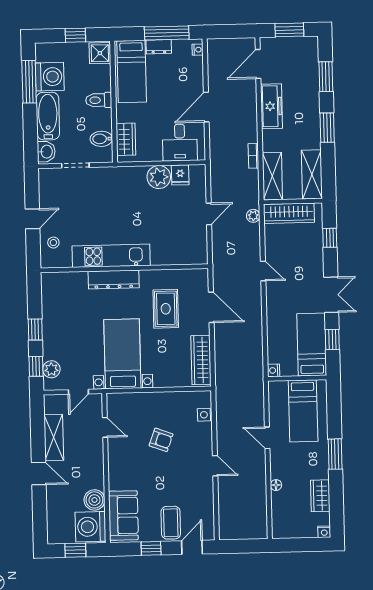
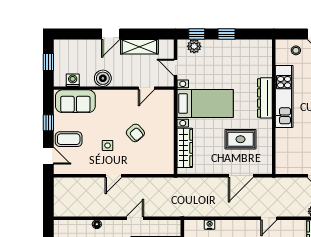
wardrobe: (201, 360) -> (185, 148), moved, turned 90
nightstand: (274, 370) -> (210, 225), moved
side table: (204, 415) -> (108, 145), moved
armchair: (161, 440) -> (135, 133), turned -61
boiler: (94, 500) -> (103, 78), moved
washing machine: (90, 527) -> (73, 80), width x0.53, depth x0.53

